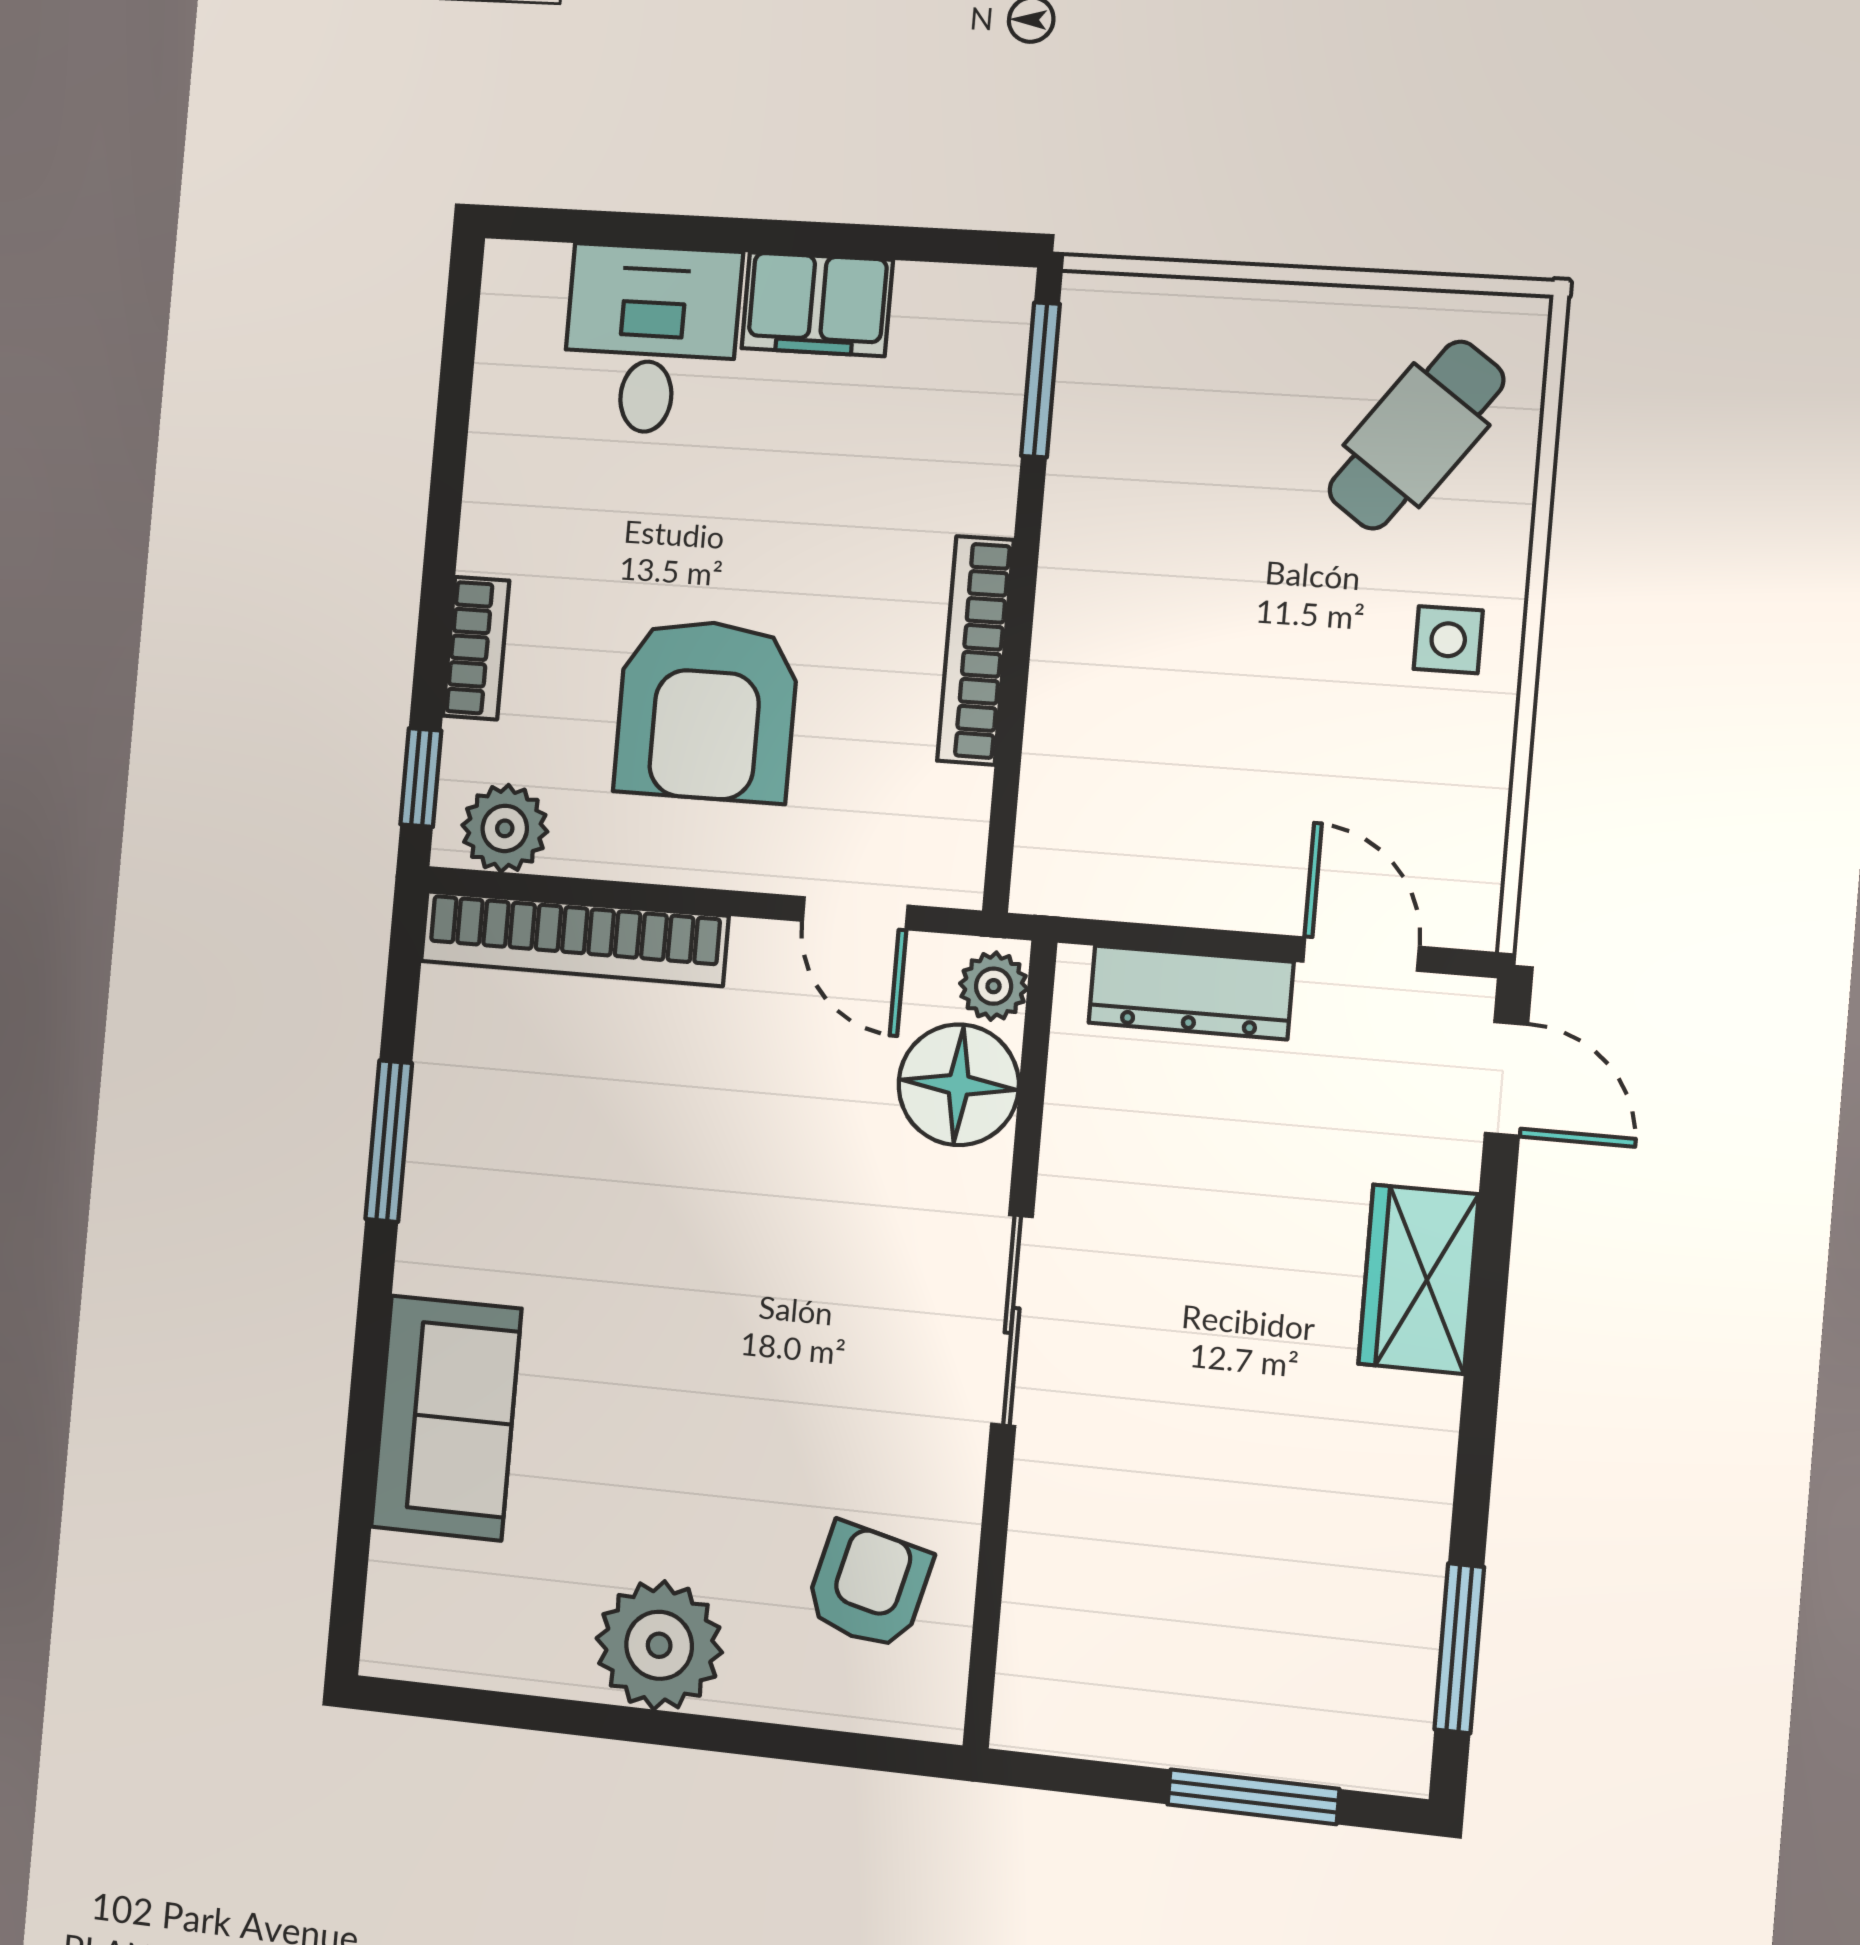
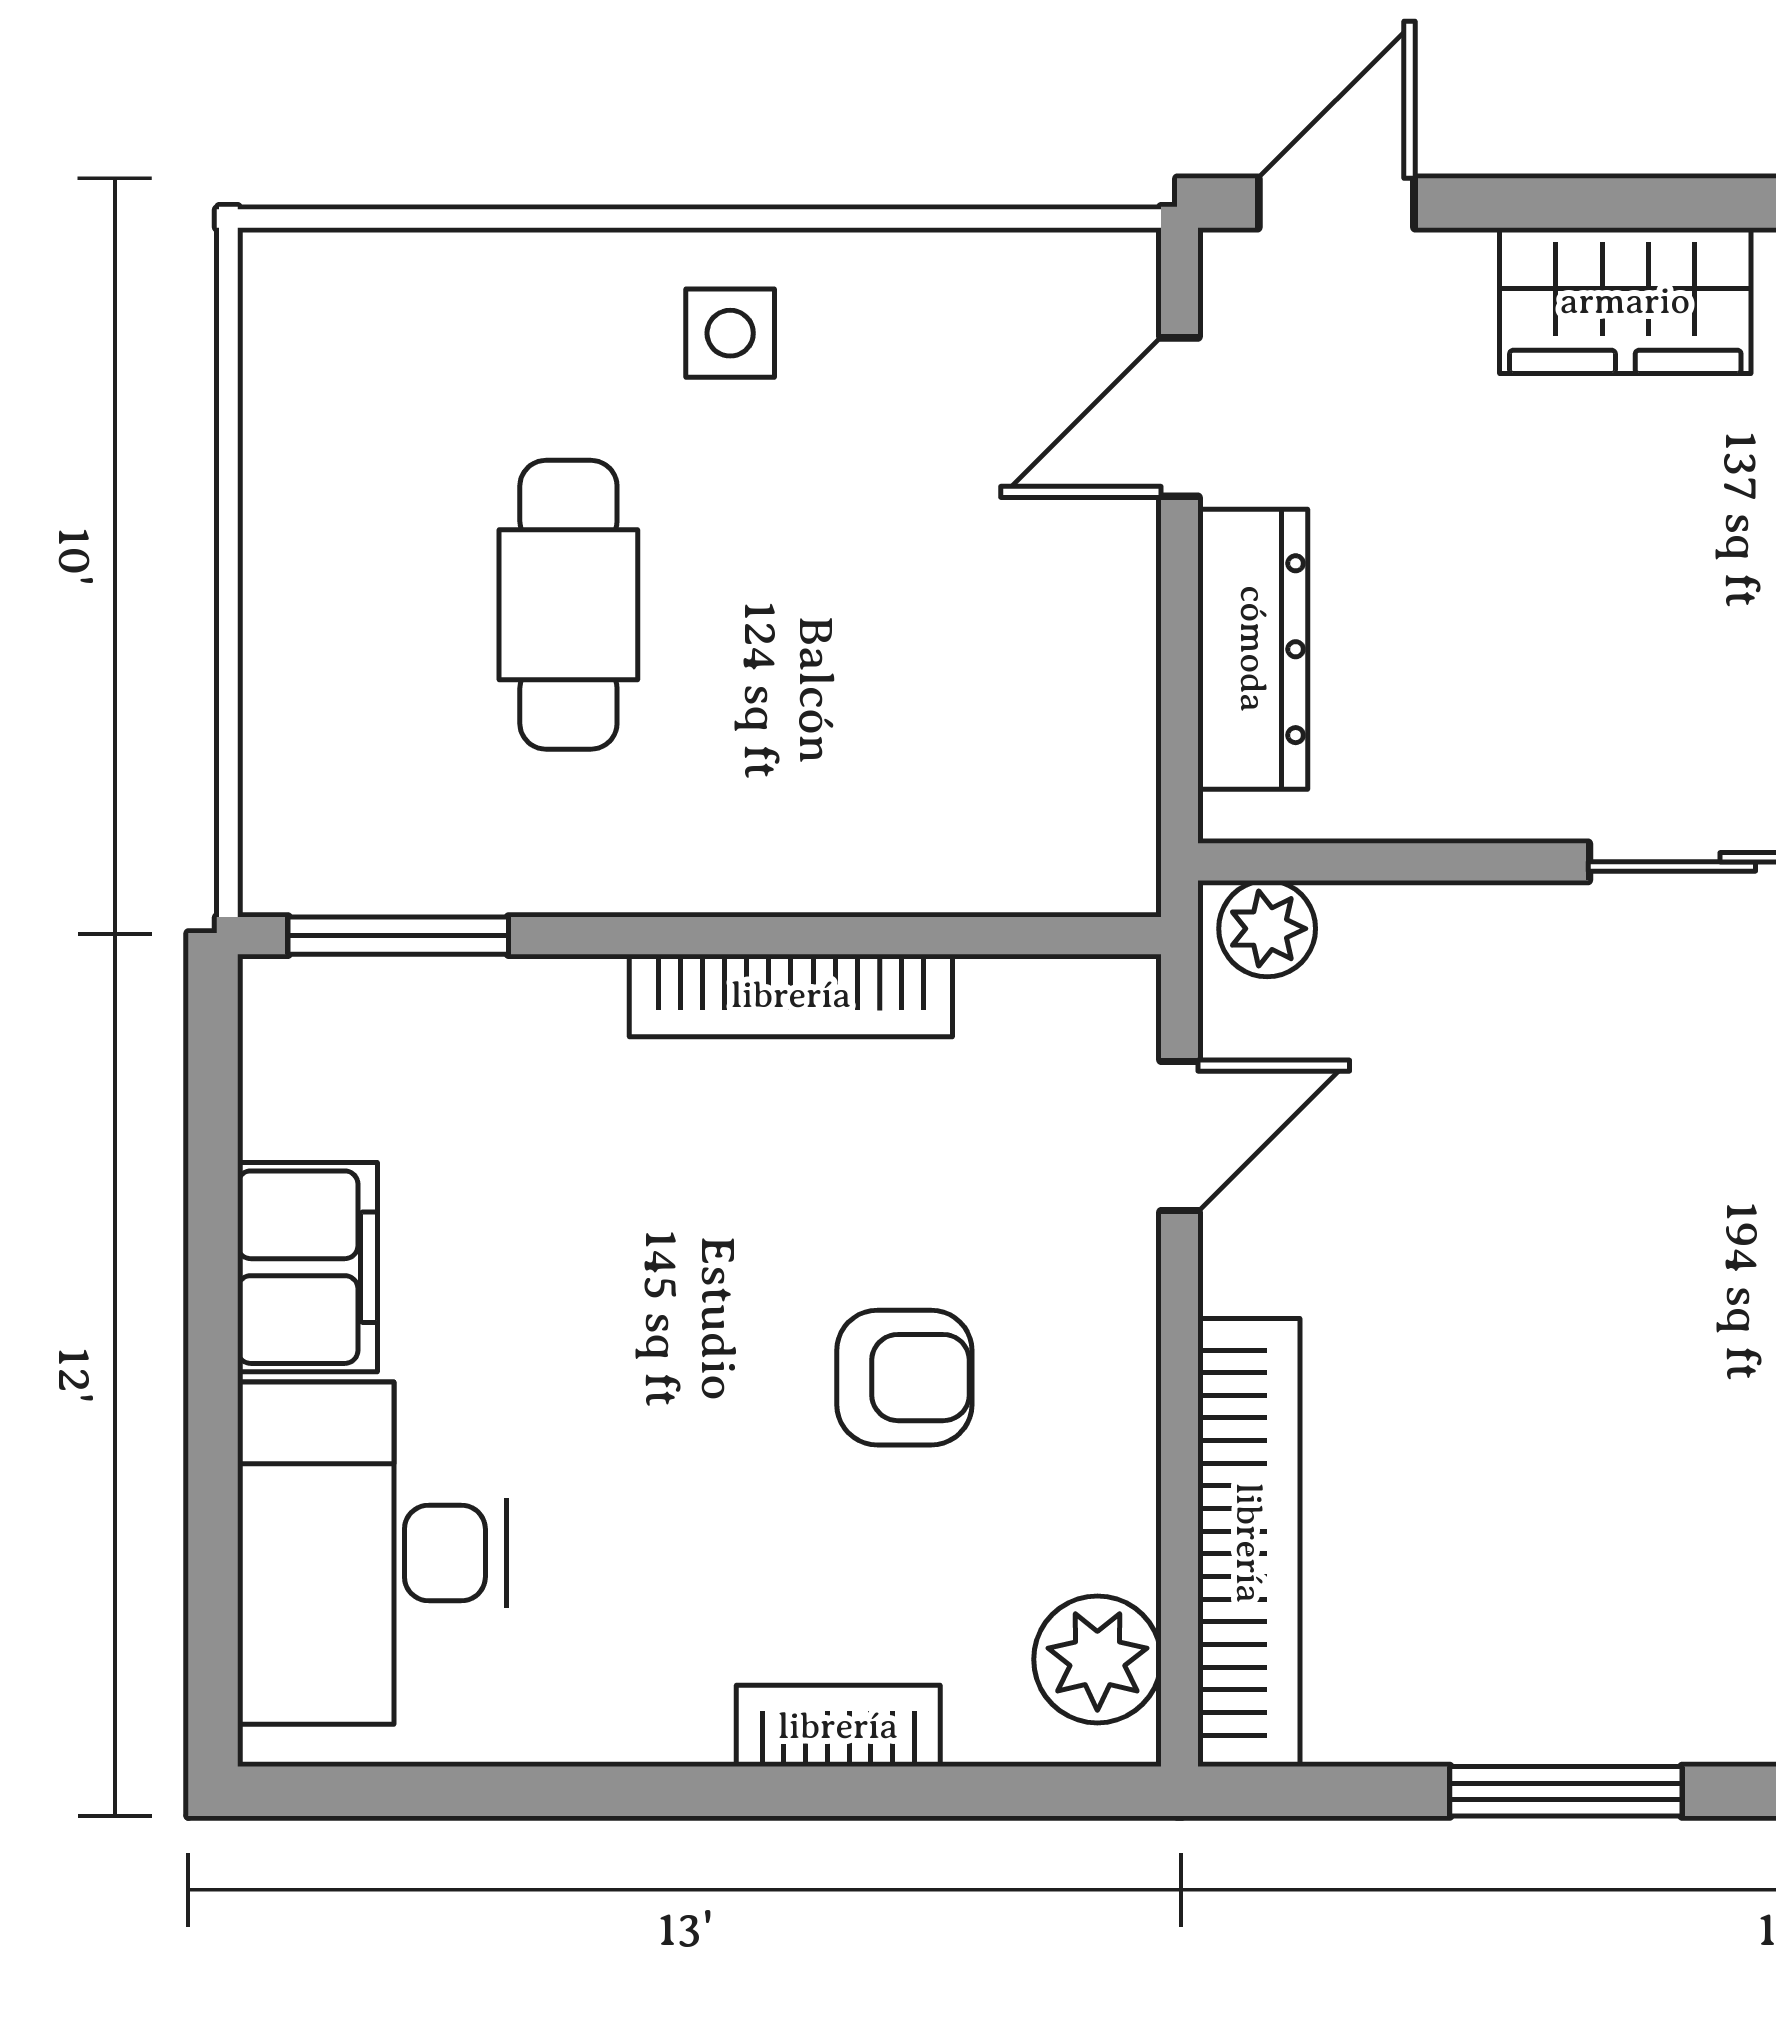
desk: (651, 340) -> (372, 1553), width x1.37
cafe table: (1416, 435) -> (568, 605), moved, turned 54
armchair: (706, 710) -> (904, 1378), width x0.53, depth x0.53
window: (421, 778) -> (1033, 1791), removed
floor lamp: (959, 1085) -> (1411, 966), removed

